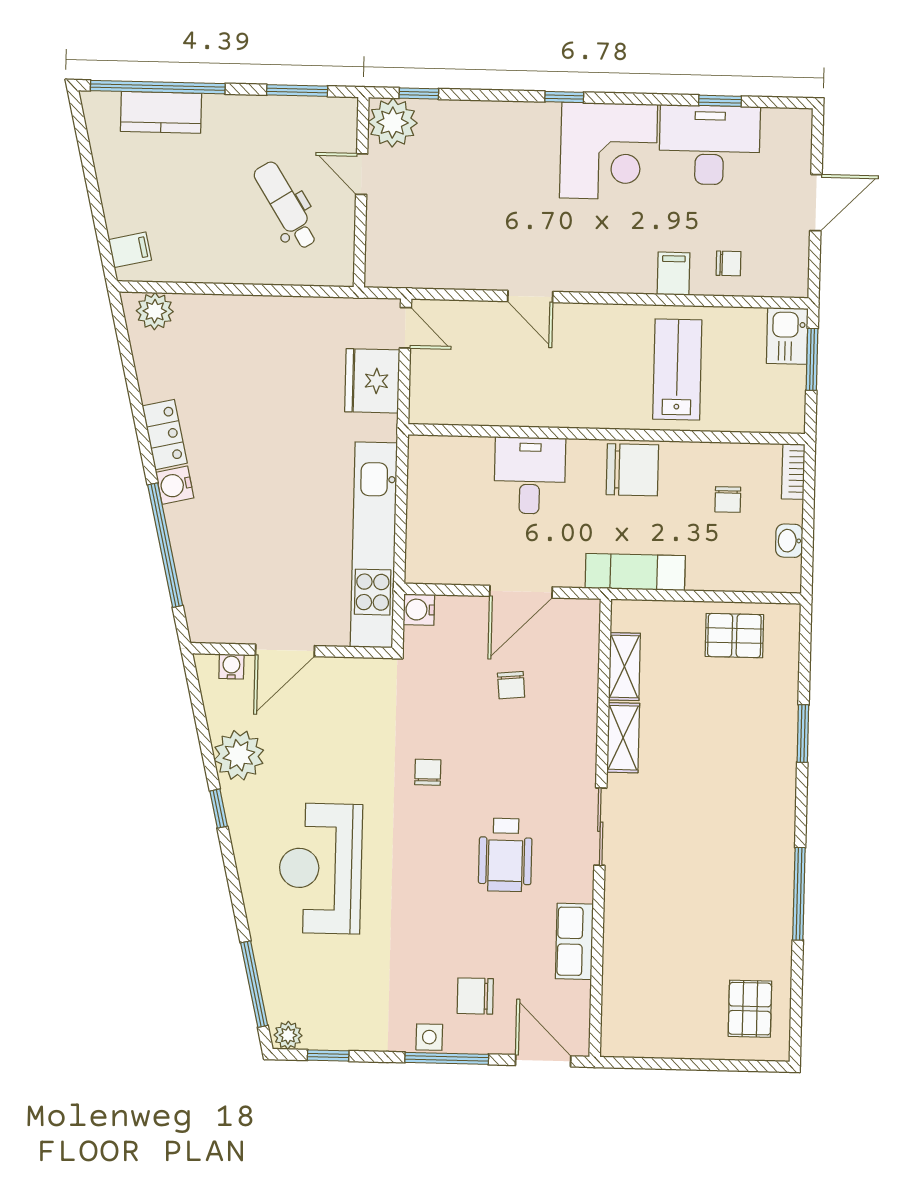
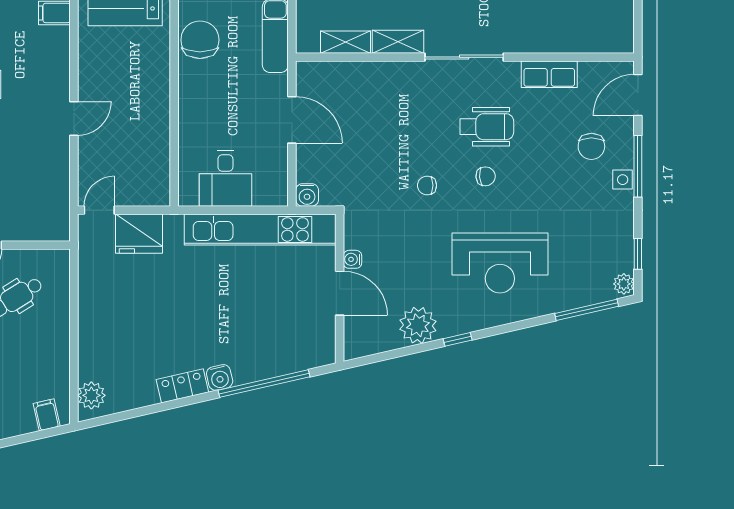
desk: (530, 475) -> (225, 178), moved, turned -90
water cooler: (231, 666) -> (352, 259), moved
chair: (511, 685) -> (486, 176), moved
sliding door: (600, 827) -> (464, 57), width x1.37

